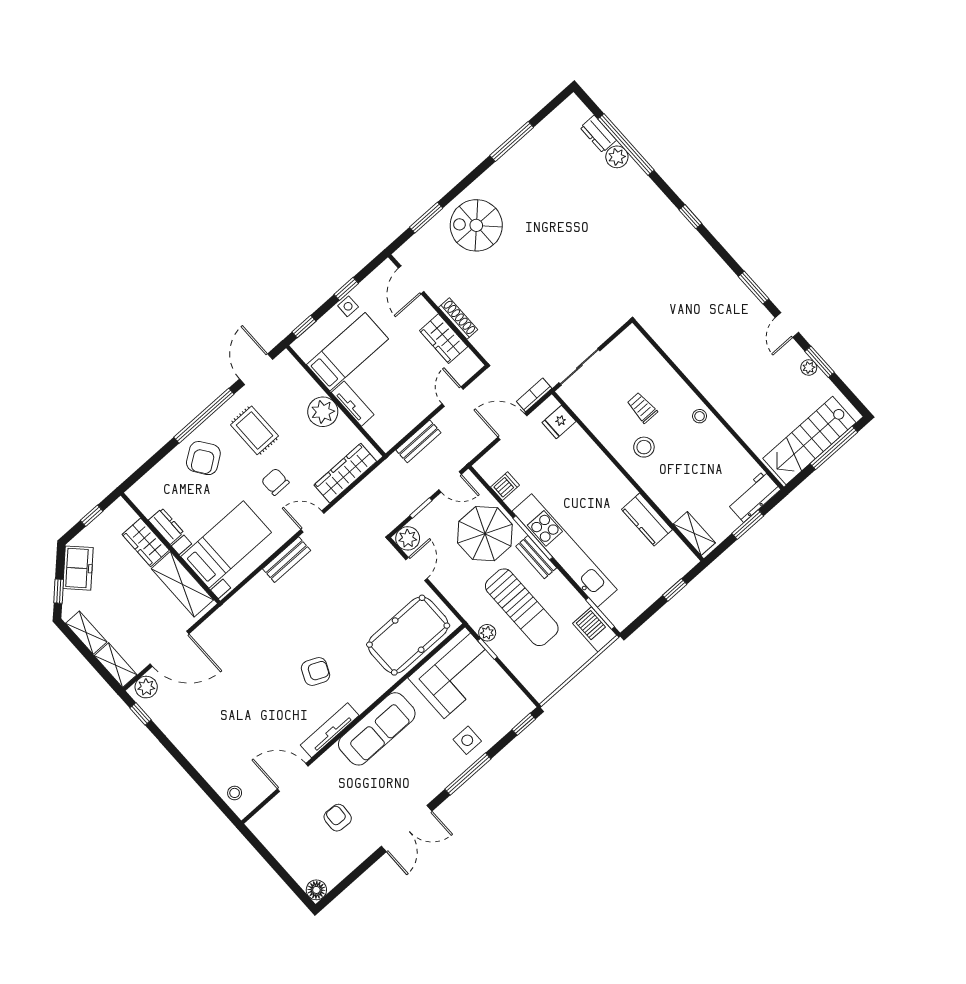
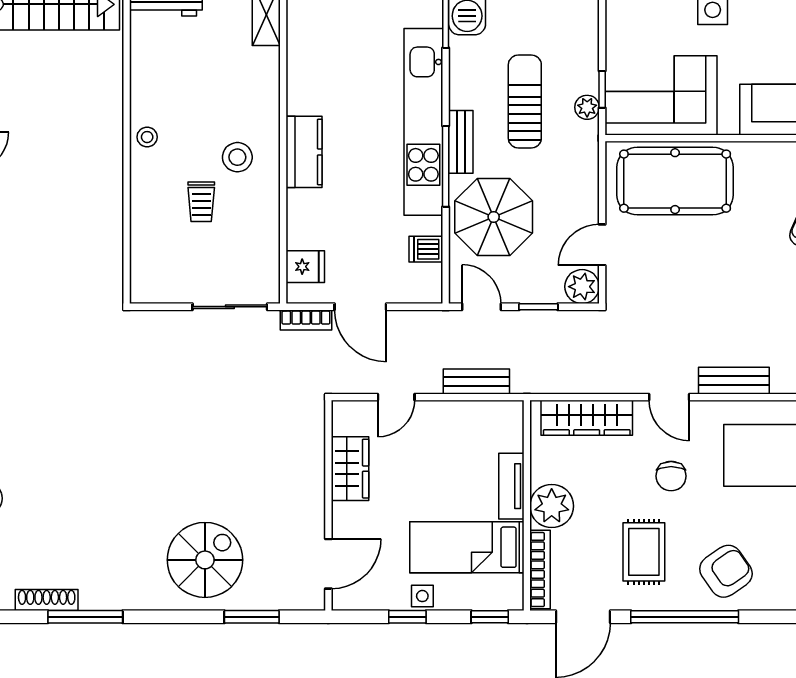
spiral stairs: (476, 225) -> (205, 560), turned -90
shoe rack: (458, 319) -> (47, 600), moved, turned 90
bookcase: (300, 374) -> (540, 570), added
kitchen counter: (647, 519) -> (304, 152), moved
sun lounger: (522, 607) -> (525, 102), width x0.73, depth x0.75

